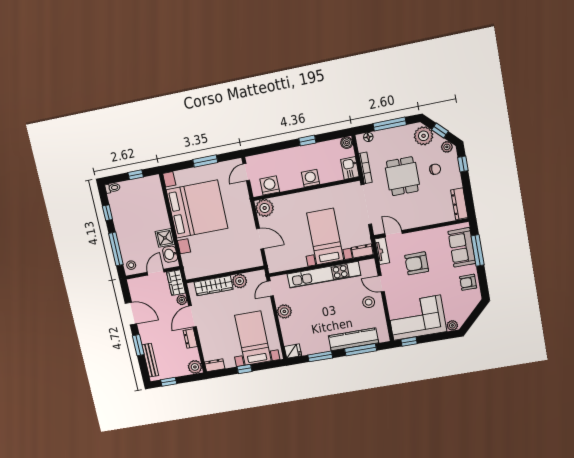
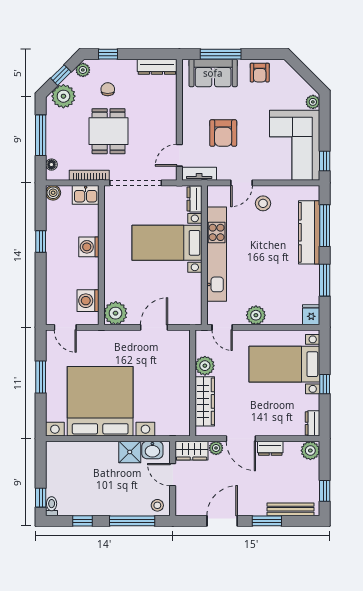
window: (136, 175) -> (41, 498), moved
dining table: (402, 176) -> (109, 131), turned 90

